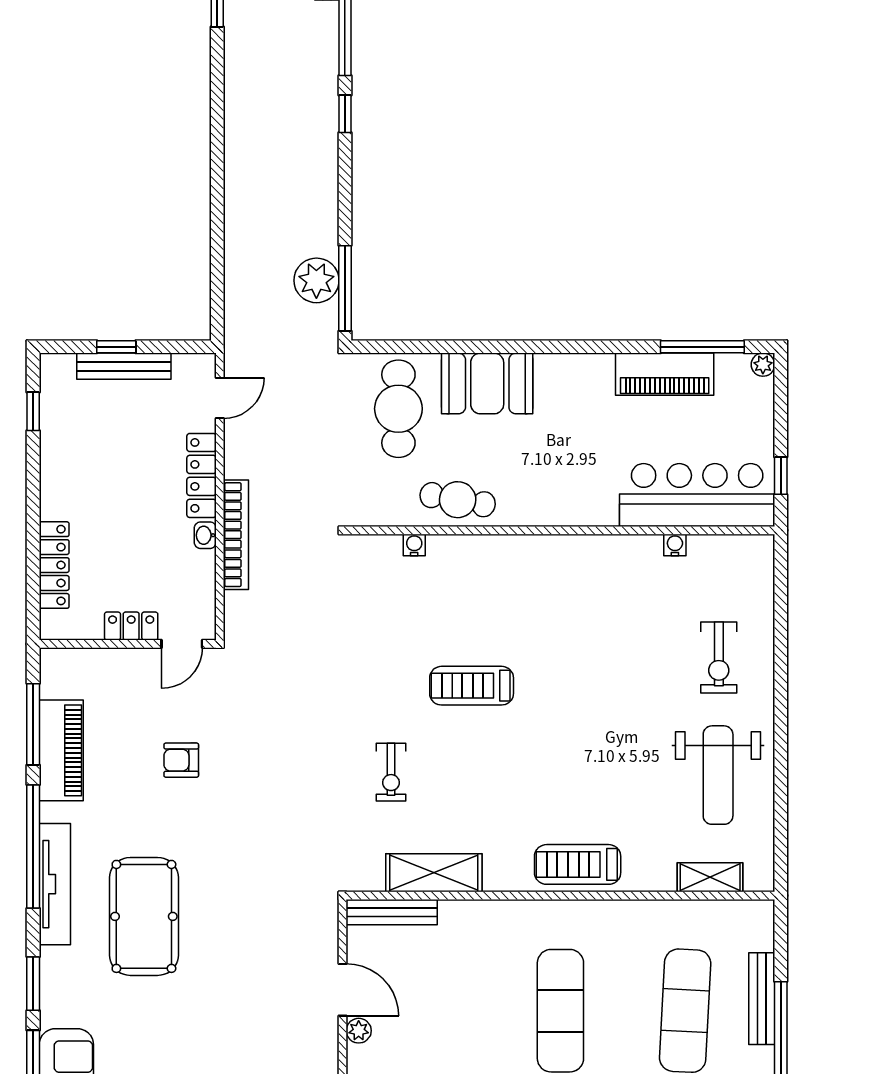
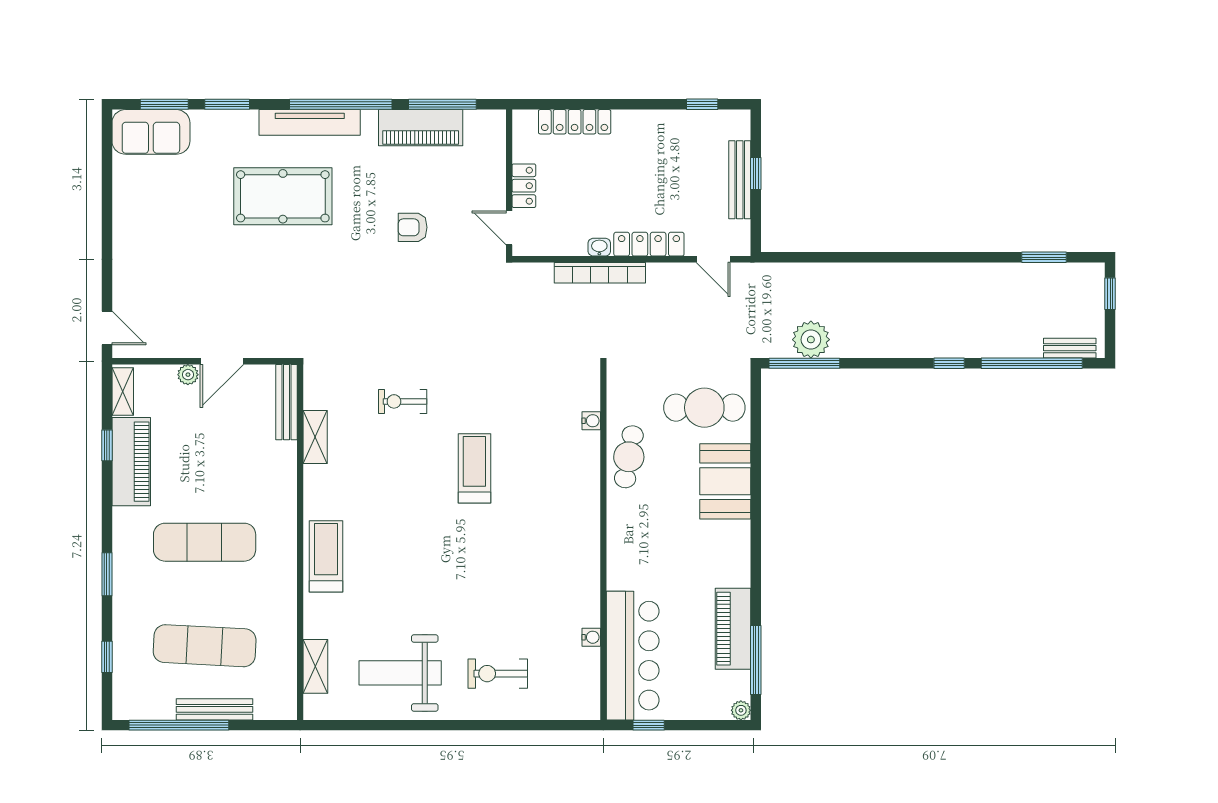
armchair: (181, 760) -> (413, 227), turned -90
shelving: (434, 873) -> (315, 437), width x0.67, depth x0.75

